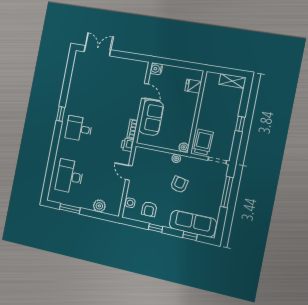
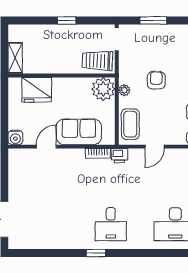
shelving: (232, 81) -> (15, 58), moved
fridge: (193, 86) -> (37, 90), width x1.88, depth x1.34
plant: (184, 147) -> (103, 89), width x1.88, depth x1.88
coffee table: (149, 158) -> (130, 124), added
armchair: (179, 184) -> (156, 80), turned 78
window: (227, 192) -> (153, 20), width x0.69

